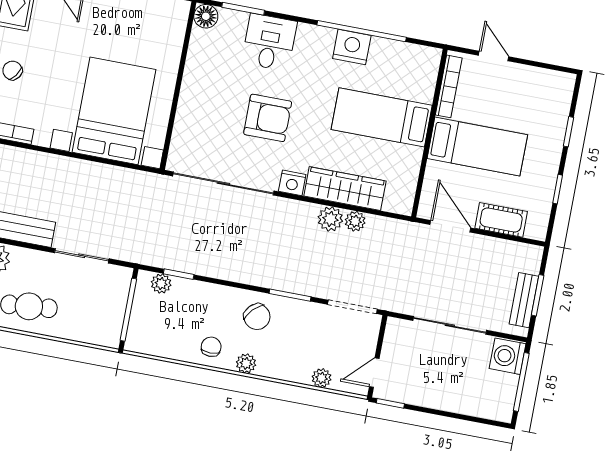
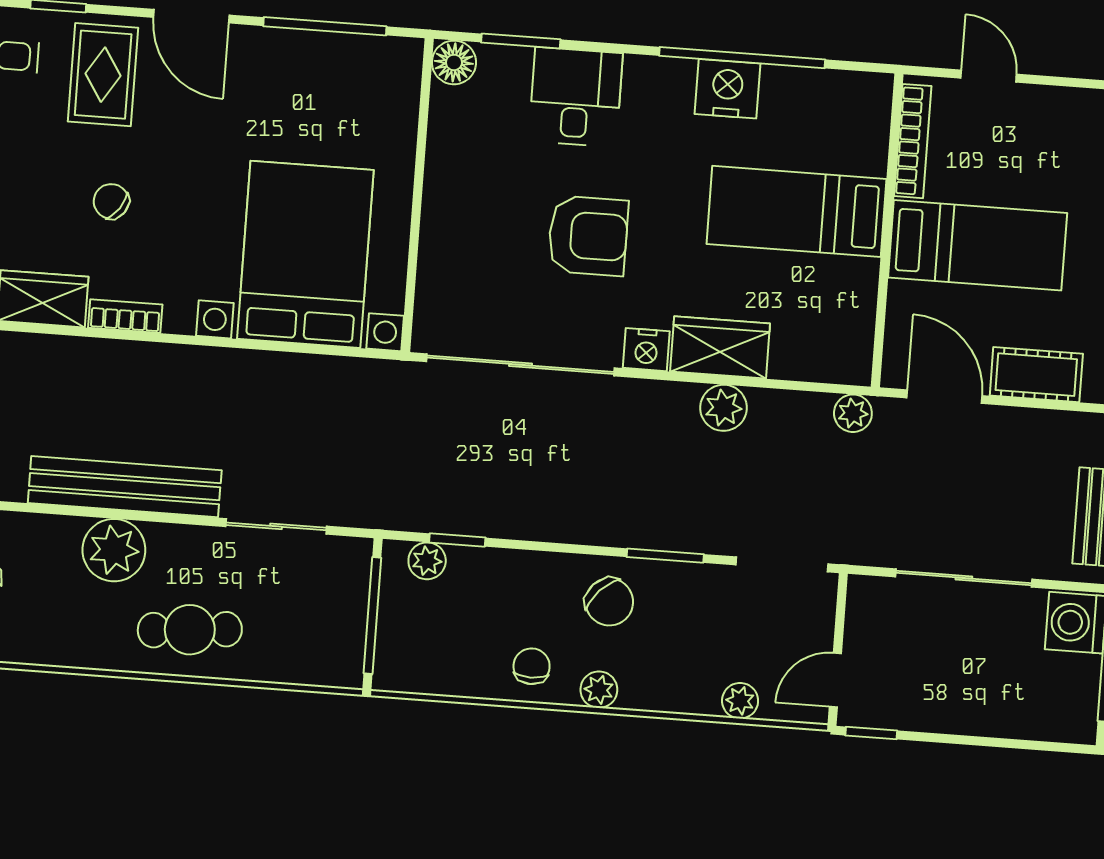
wardrobe: (345, 189) -> (720, 347), width x0.67
plant: (355, 221) -> (853, 413), moved

